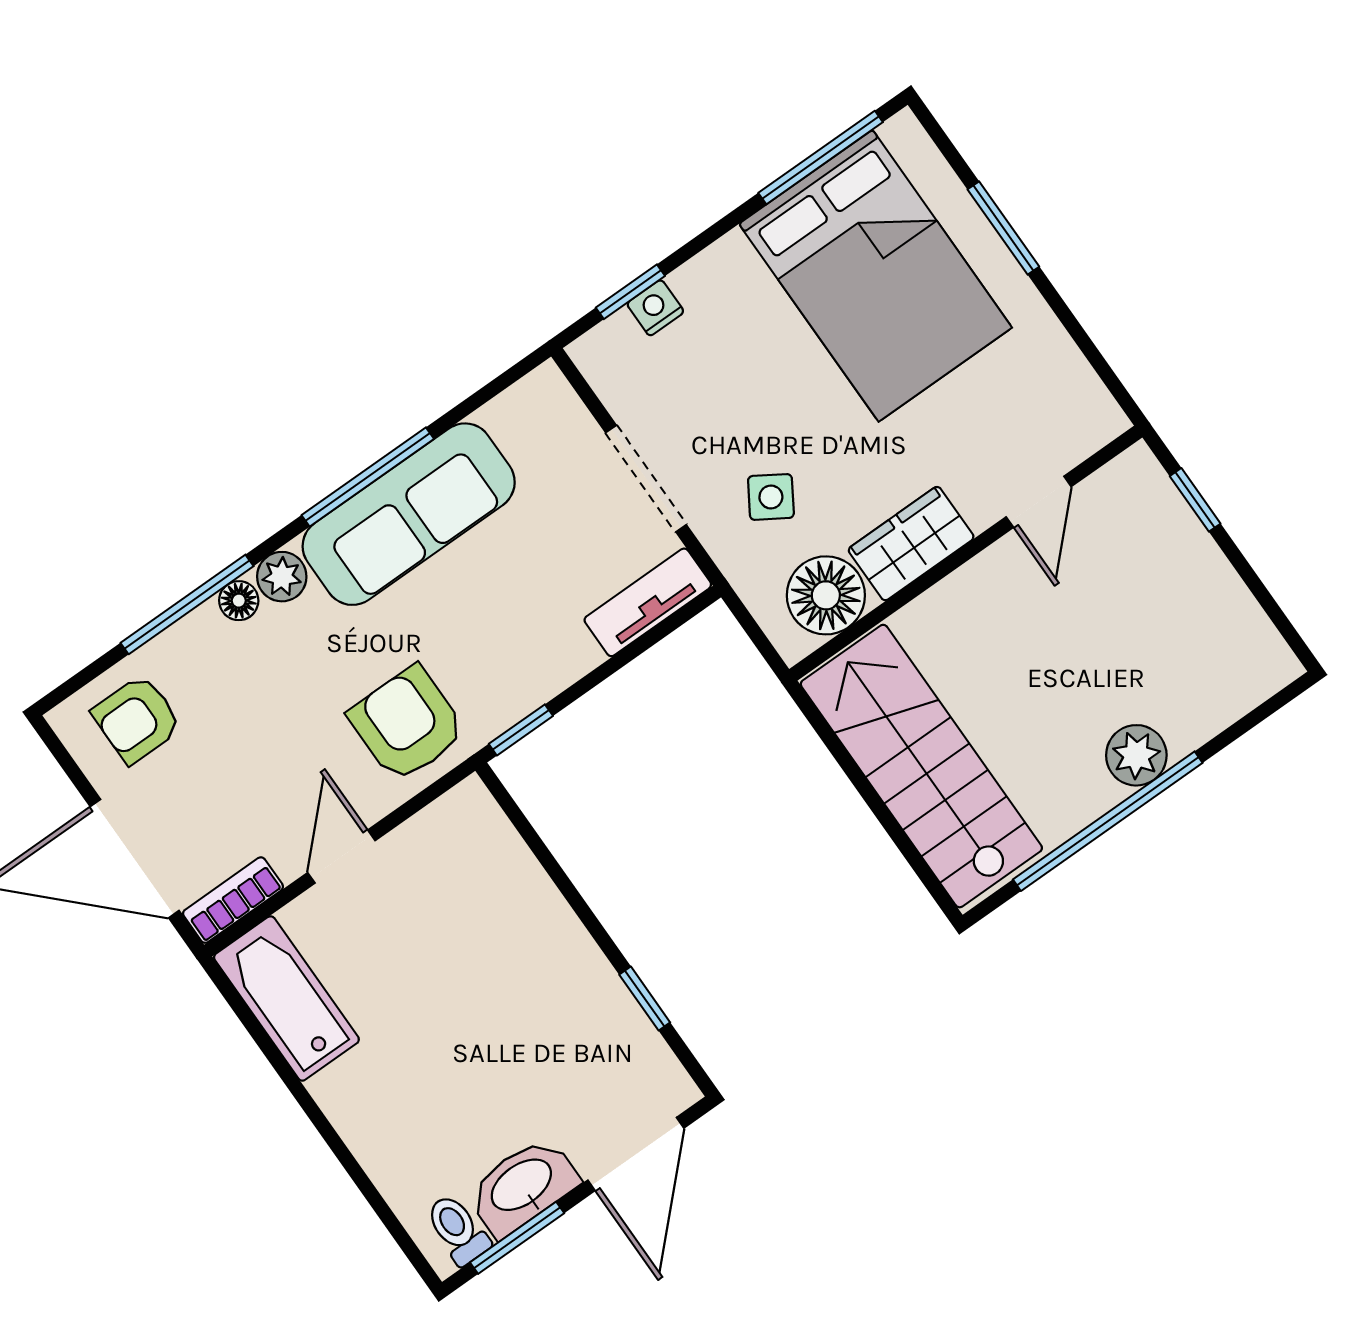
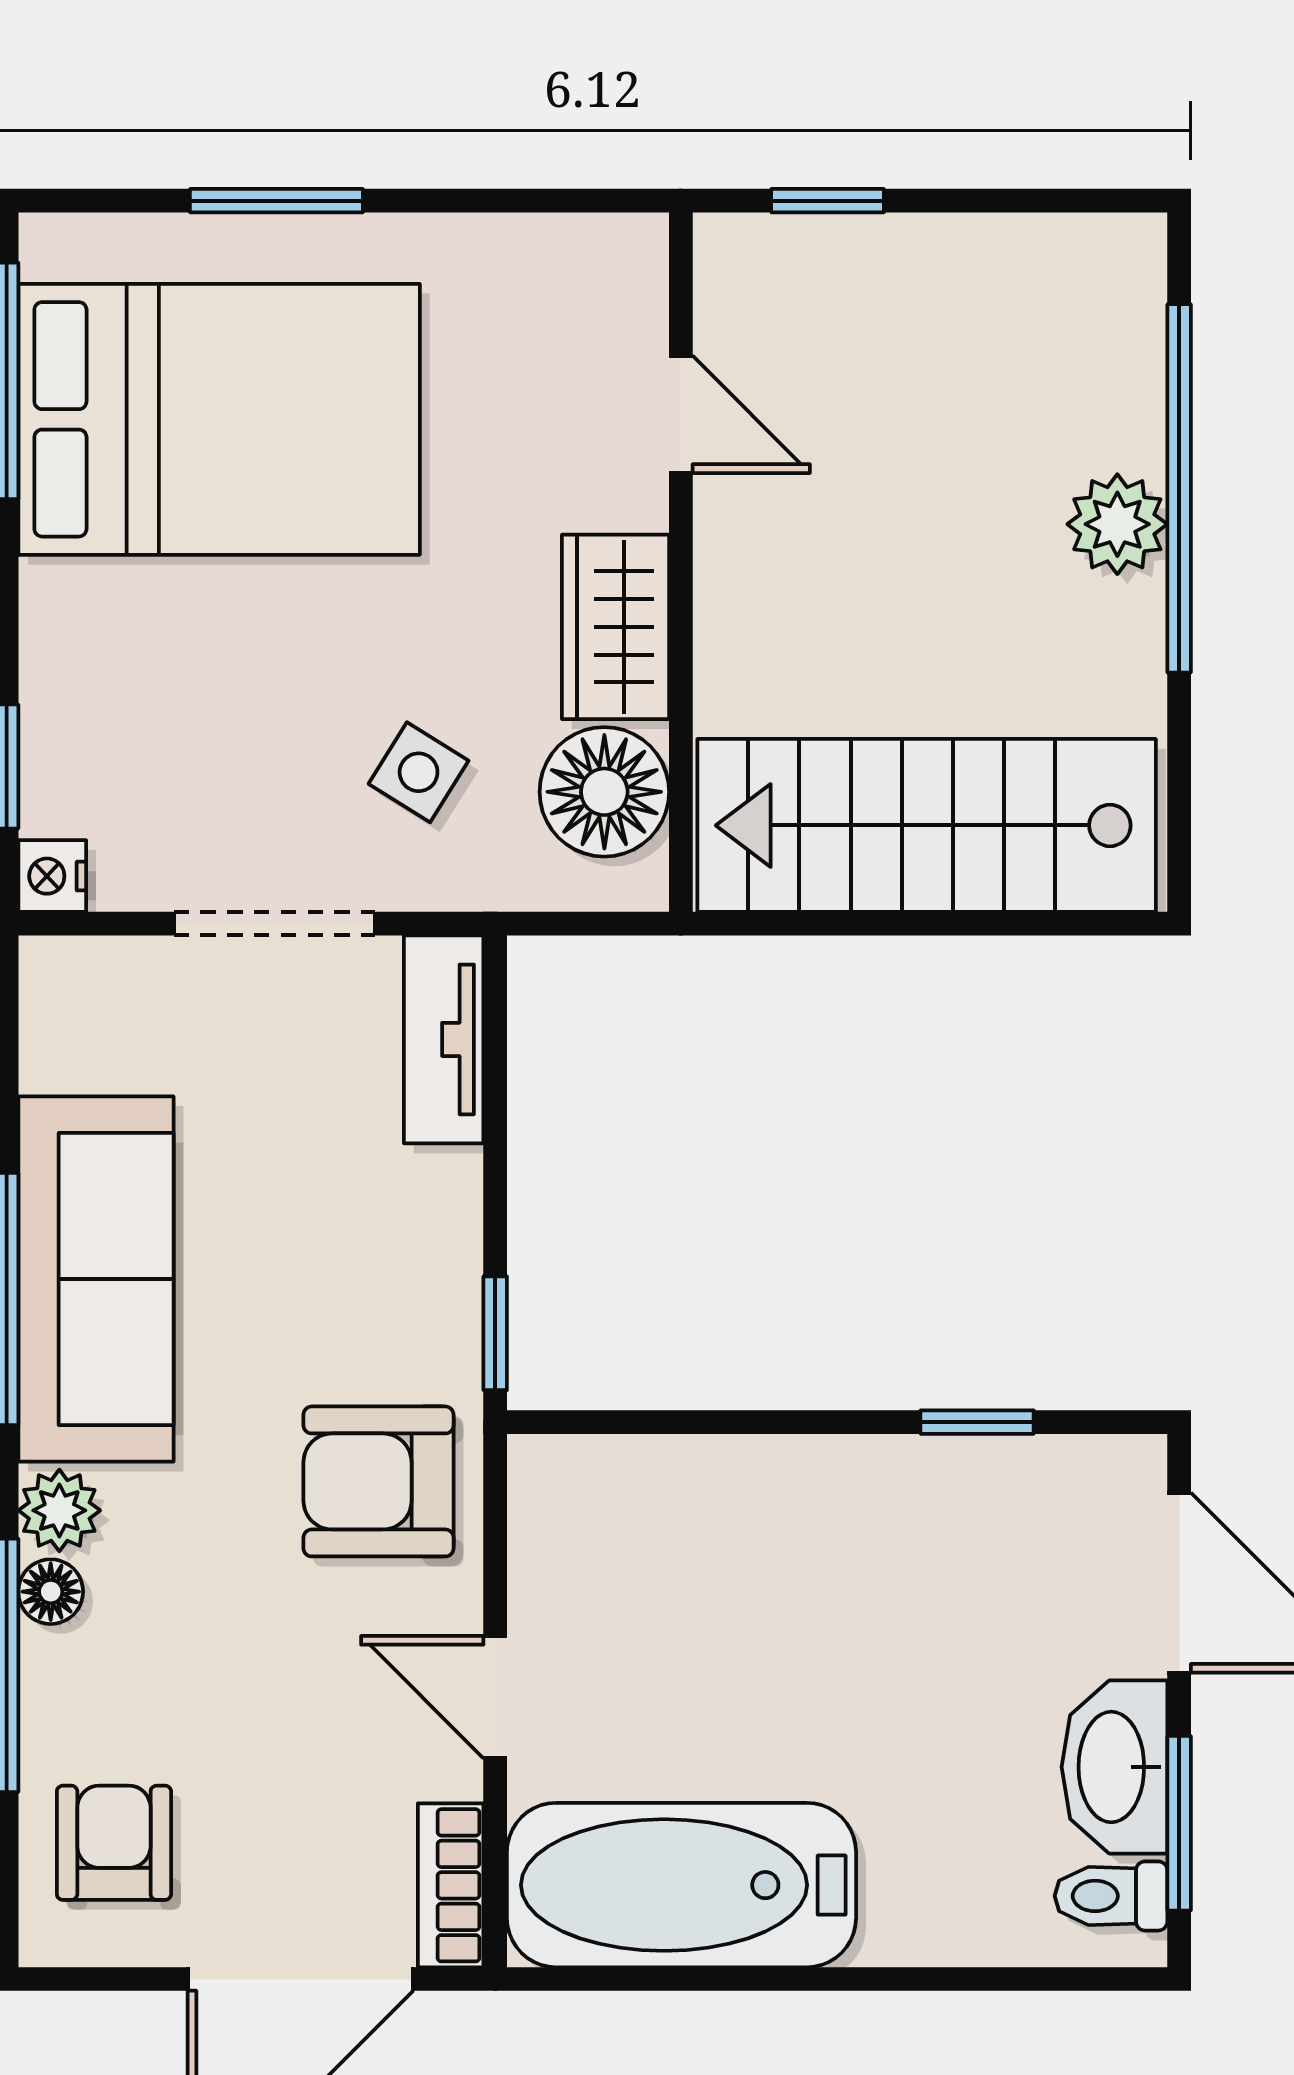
nightstand: (655, 308) -> (52, 876), moved
armchair: (137, 719) -> (114, 1843), turned 180
window: (1108, 821) -> (1179, 488), moved
bathtub: (286, 998) -> (681, 1885), width x1.36, depth x1.36

